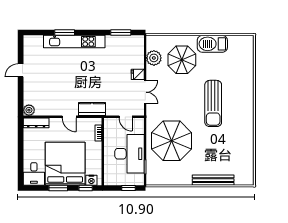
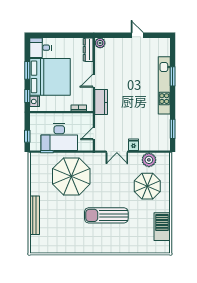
barbecue: (212, 44) -> (162, 227), moved

